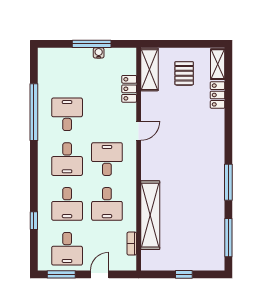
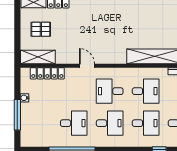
window: (92, 44) -> (17, 115), moved
locker: (129, 89) -> (47, 73), width x1.53
desk: (67, 114) -> (74, 123), turned 180

